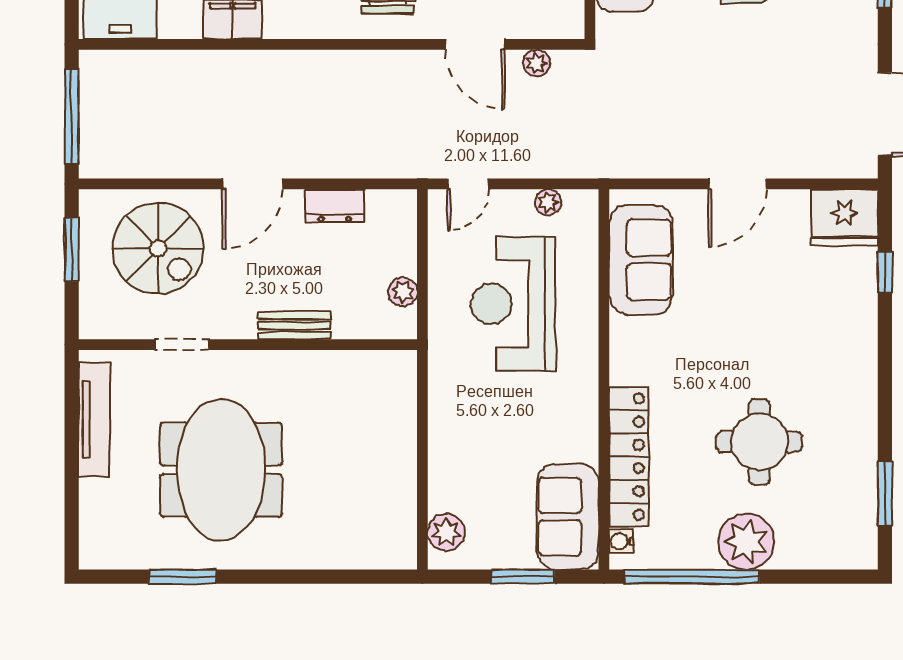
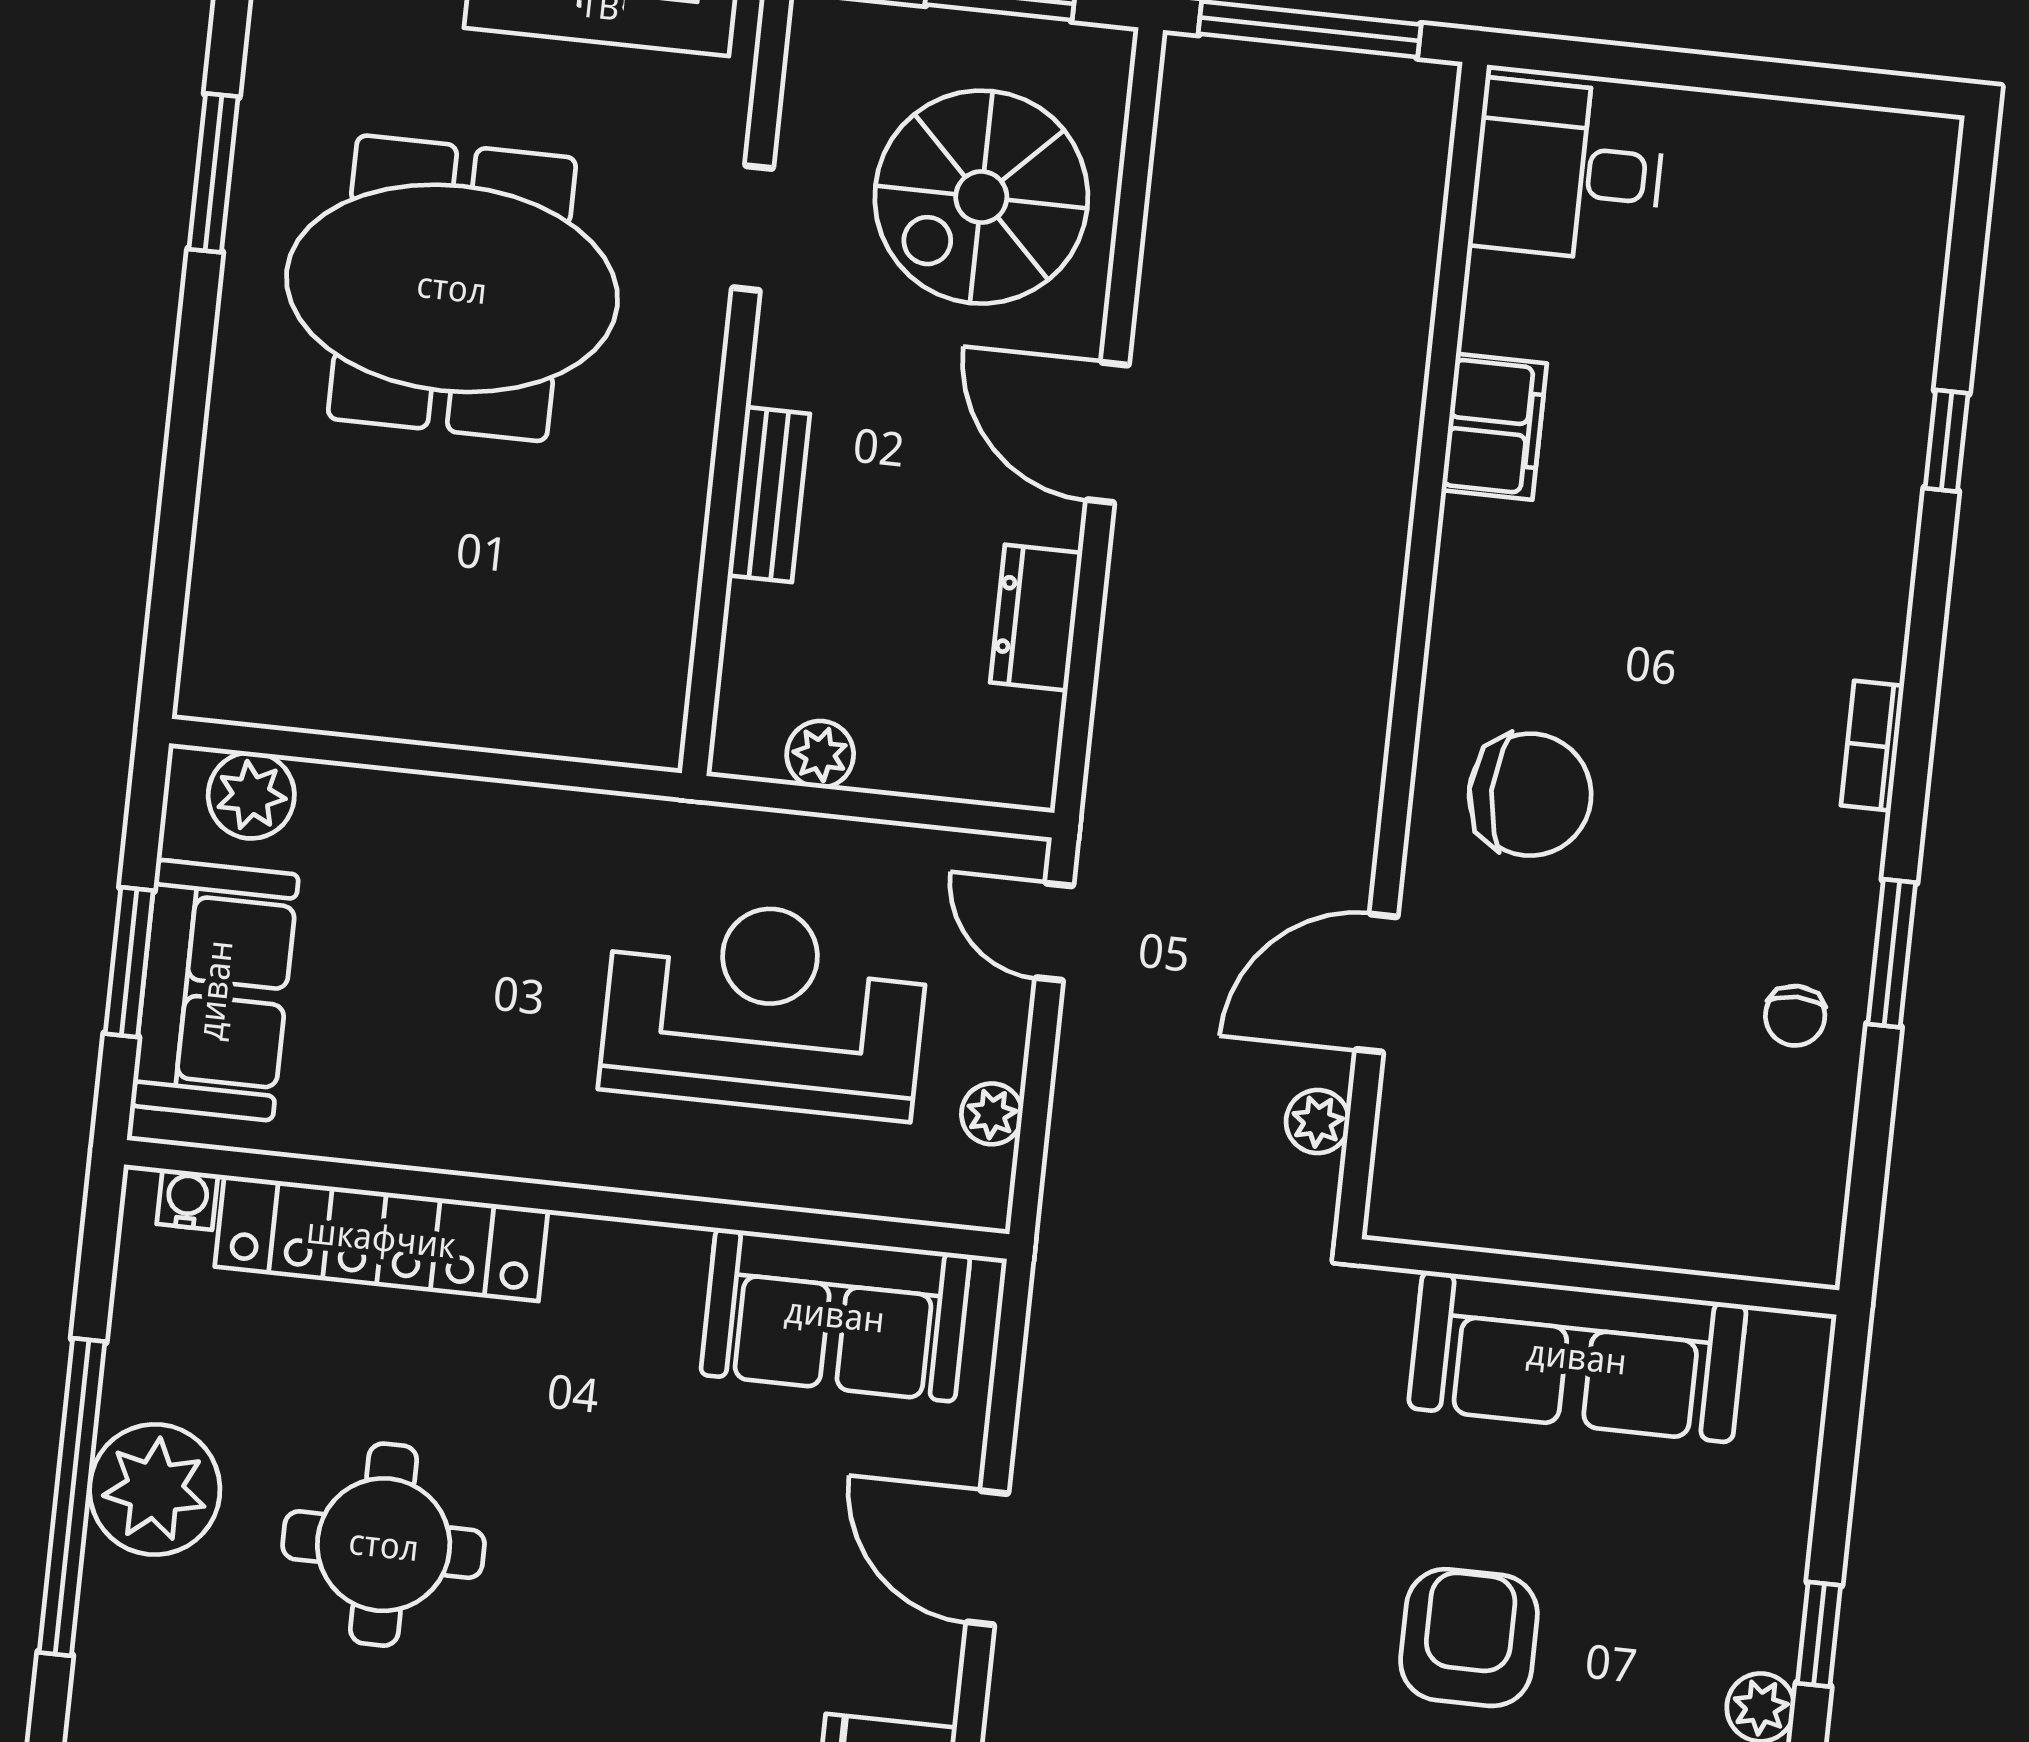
sofa: (568, 517) -> (215, 990), moved, turned 90
window: (692, 577) -> (72, 1497), moved

